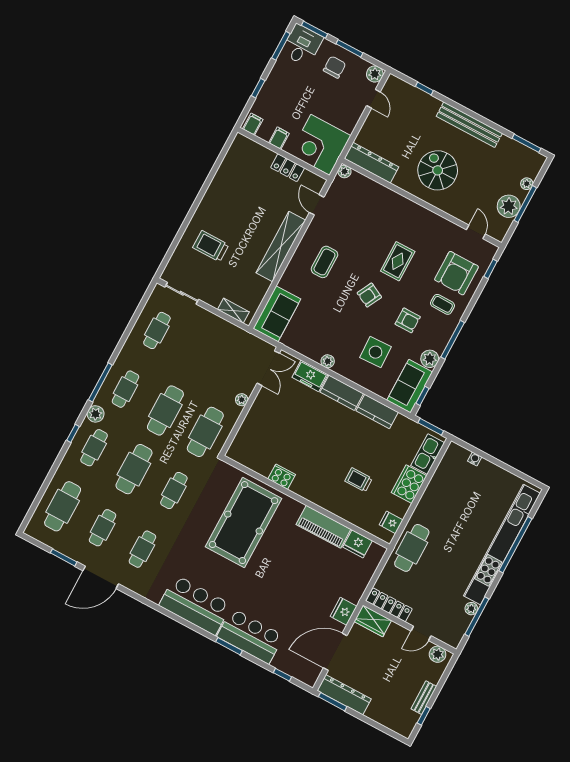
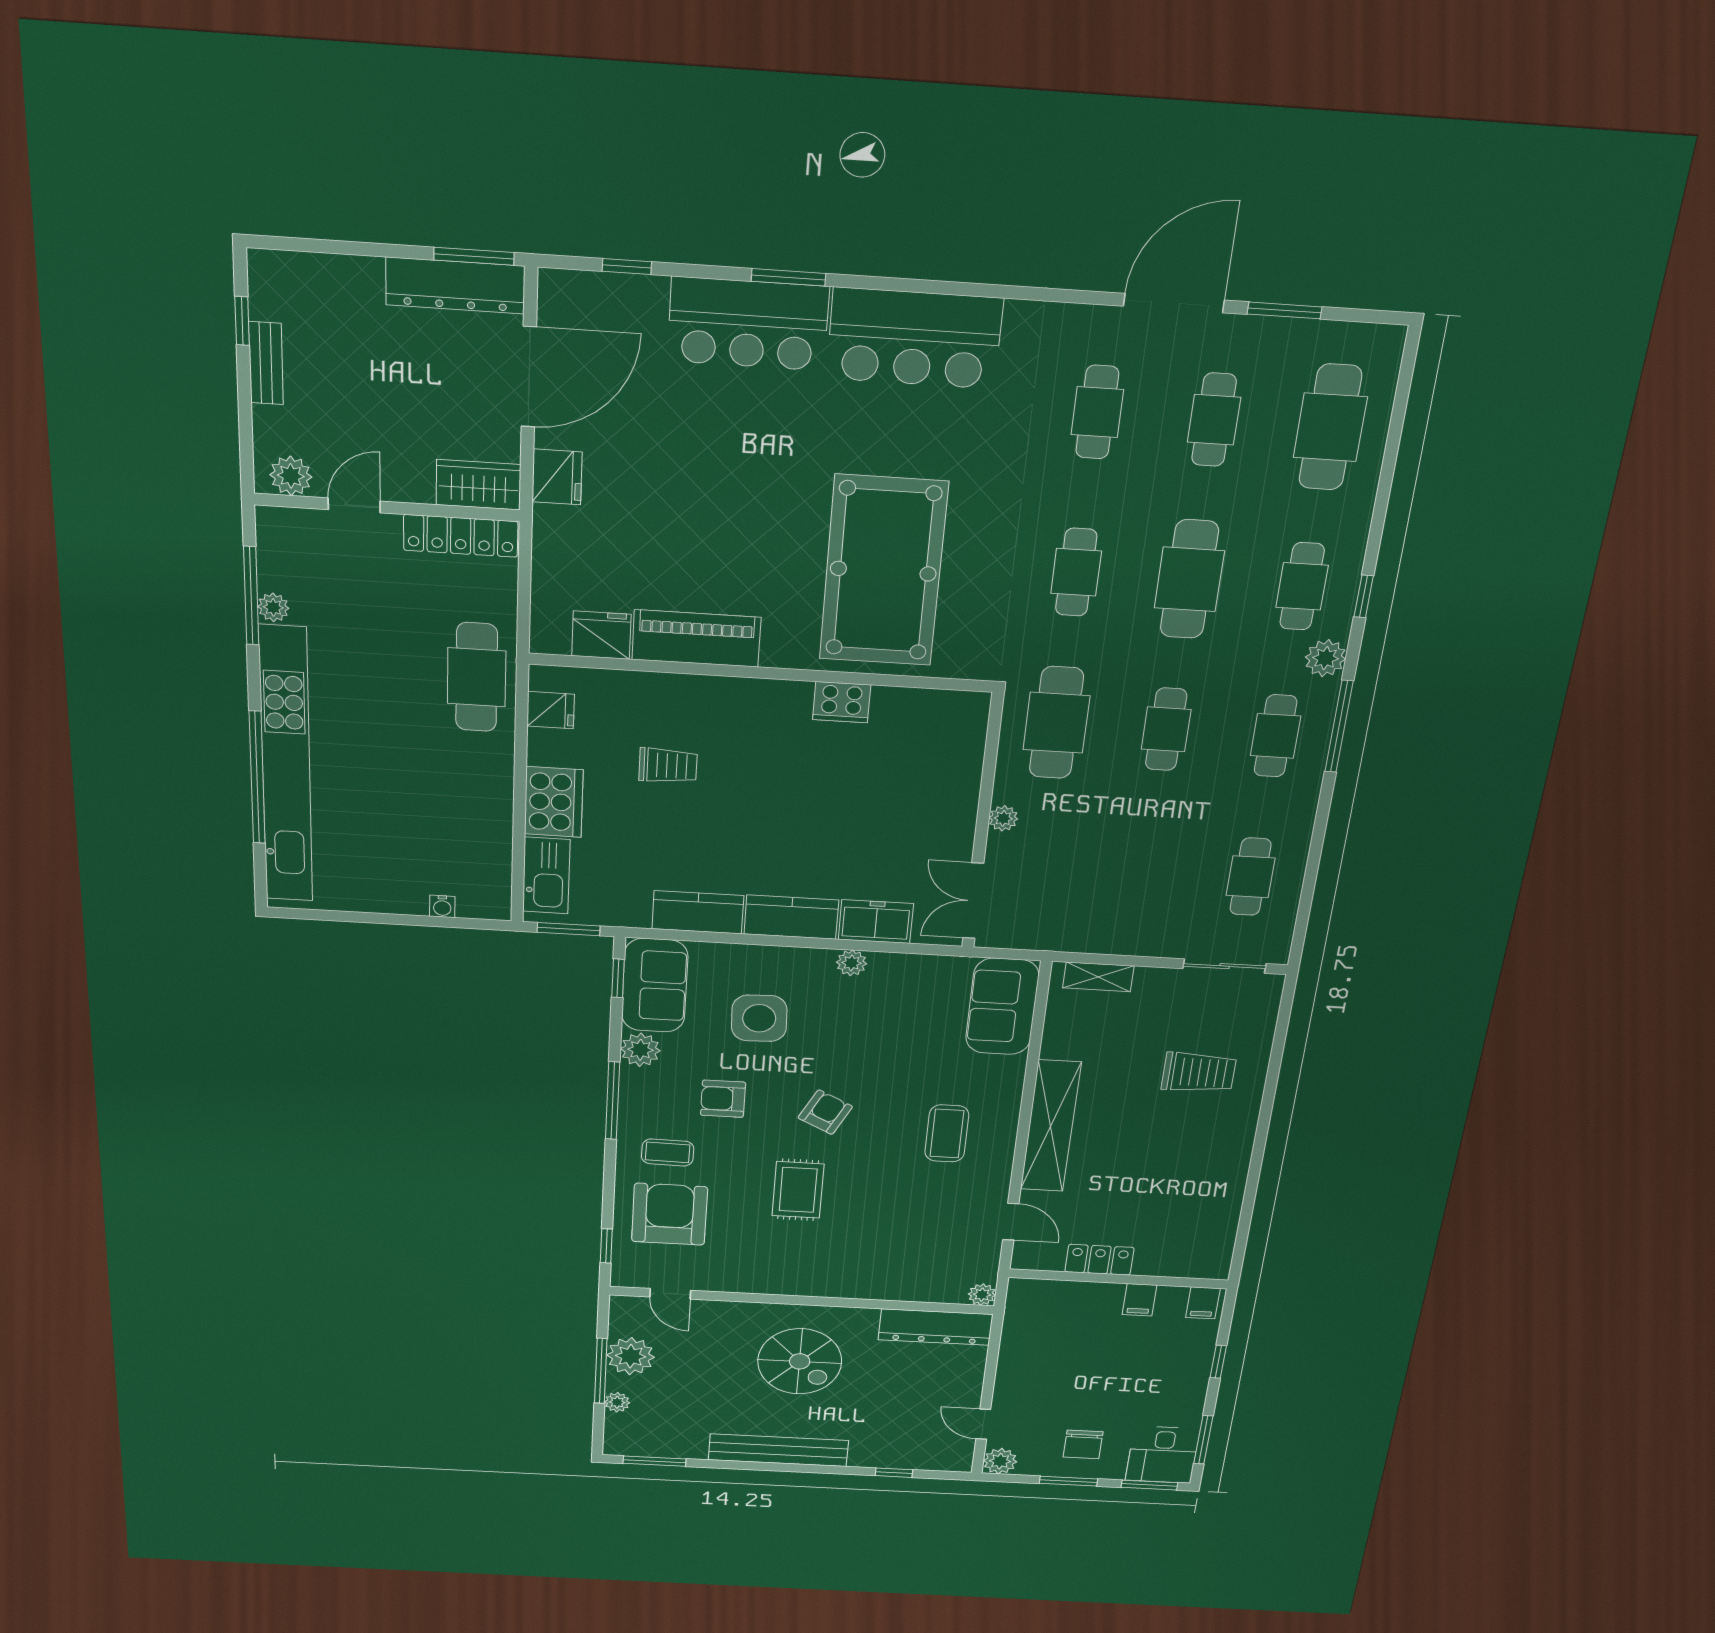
corner desk: (320, 145) -> (1051, 1318), removed
cafe table: (165, 410) -> (1166, 729), width x0.73, depth x0.74

